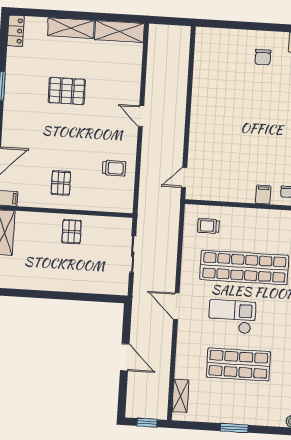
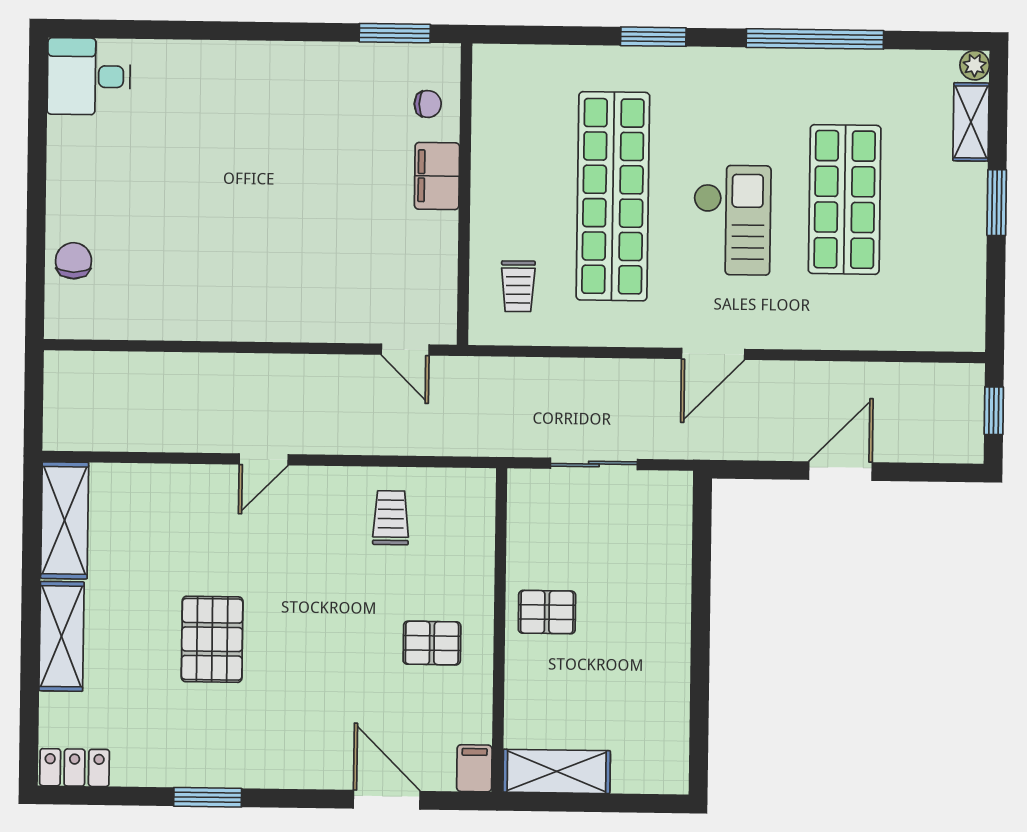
chair: (263, 57) -> (74, 261), moved, turned -90
filing cabinet: (263, 195) -> (437, 176), width x2.00
checkout: (232, 317) -> (732, 220), turned 180
shelving: (181, 396) -> (971, 122), moved, turned 90

